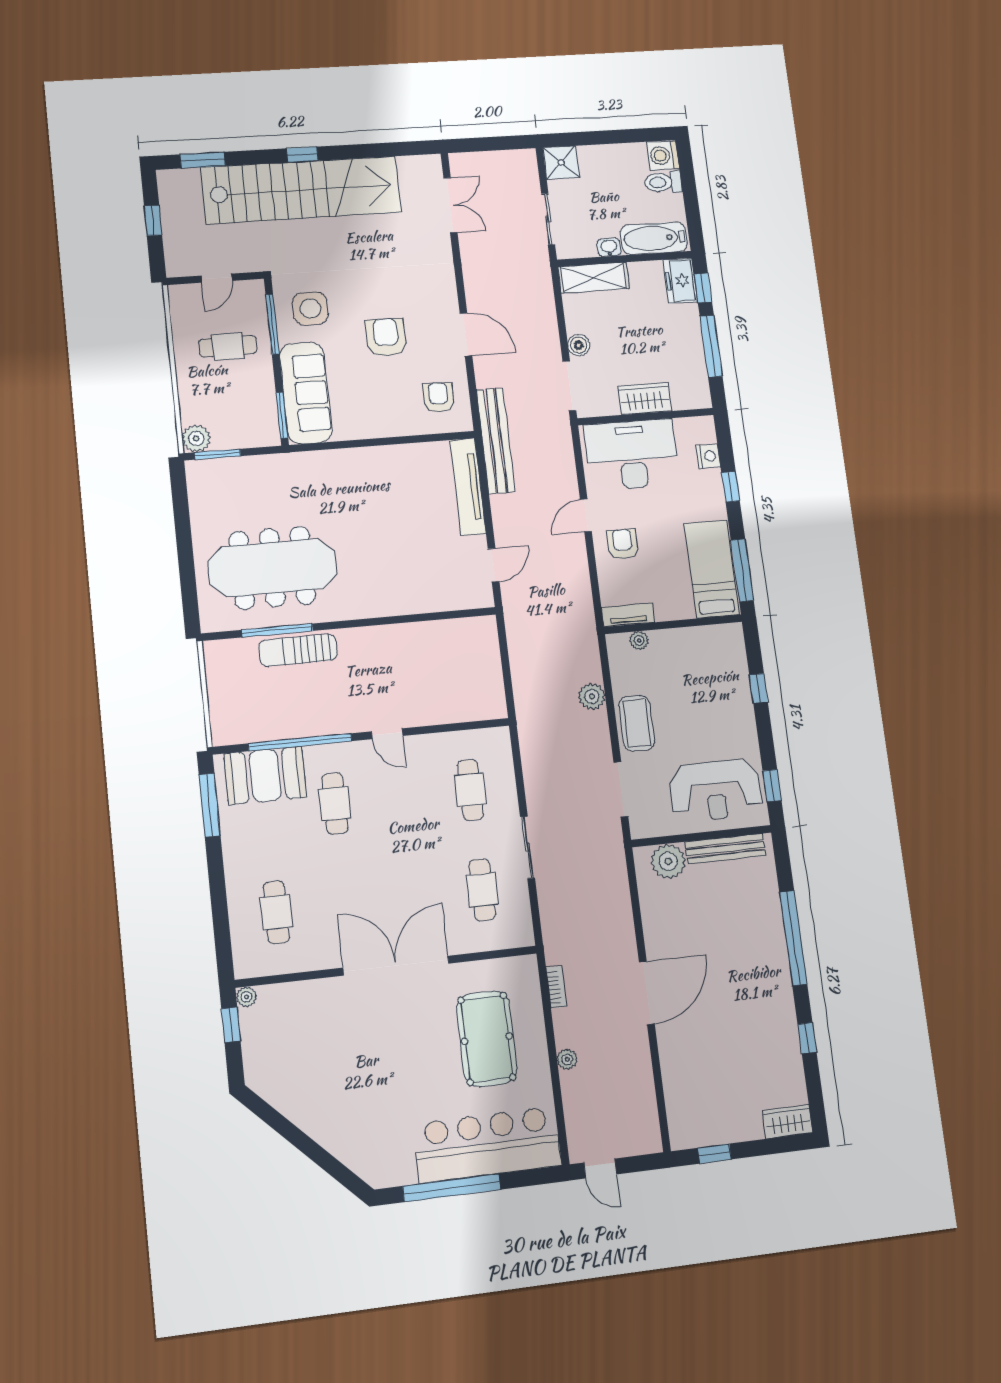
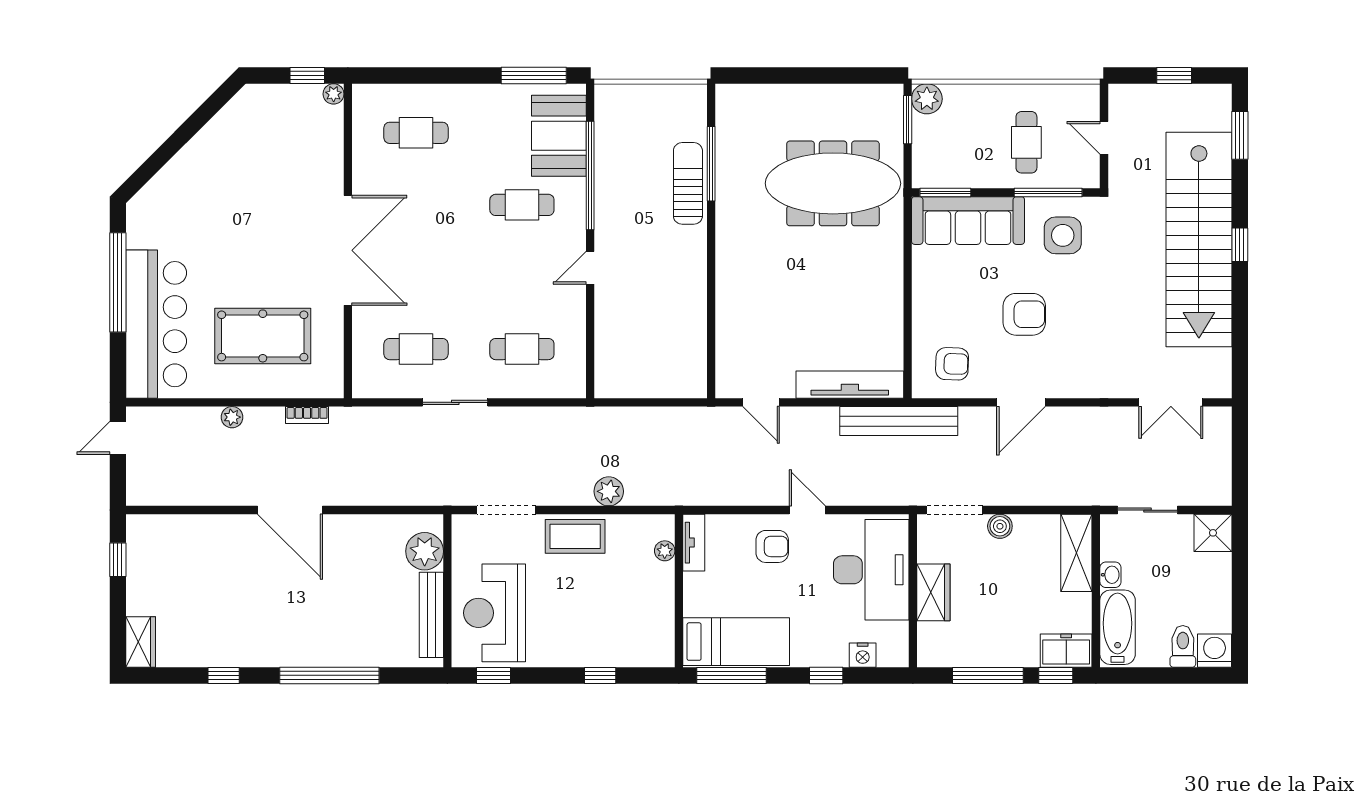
meeting table: (272, 568) -> (833, 183), moved, turned 90

